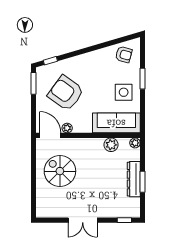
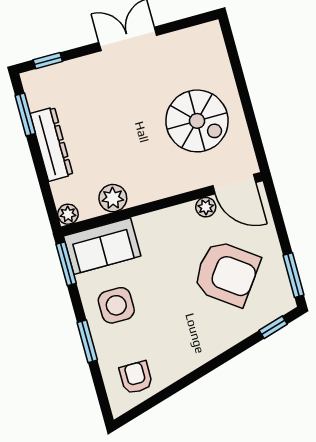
armchair: (124, 55) -> (136, 377), turned 75
window: (143, 119) -> (66, 264), added
sofa: (116, 123) -> (102, 246), width x0.73
window: (143, 182) -> (25, 114), moved

